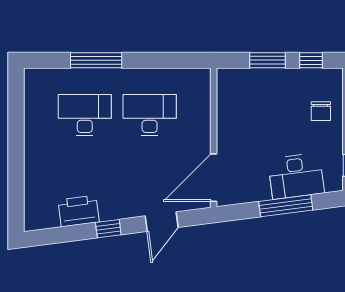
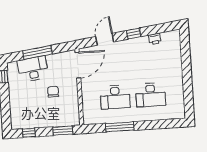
window: (96, 60) -> (120, 127), moved
window: (267, 60) -> (63, 131), moved
chair: (321, 111) -> (53, 92), moved
printer: (79, 211) -> (155, 39), width x0.53, depth x0.68

